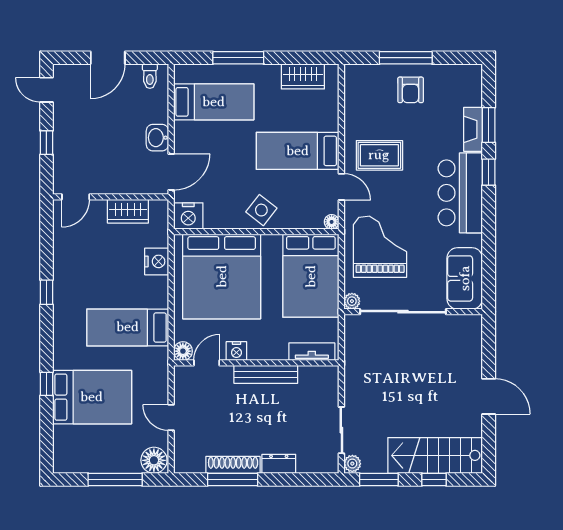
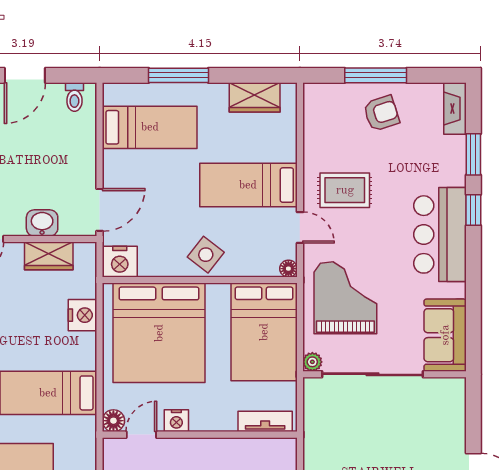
armchair: (411, 90) -> (381, 113), turned -108
fireplace: (473, 129) -> (455, 109), moved
washbasin: (157, 138) -> (42, 223), moved, turned 90
bench: (266, 374) -> (211, 448), removed

